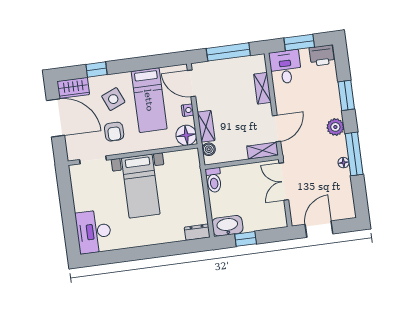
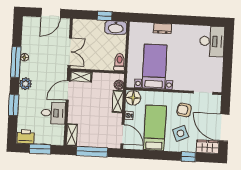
desk: (285, 67) -> (53, 113), moved, turned -90
shelving: (262, 88) -> (72, 135), moved
armchair: (114, 132) -> (184, 110), turned -81
bed with nightstands: (141, 186) -> (154, 67), moved
dresser: (197, 232) -> (162, 28), moved

